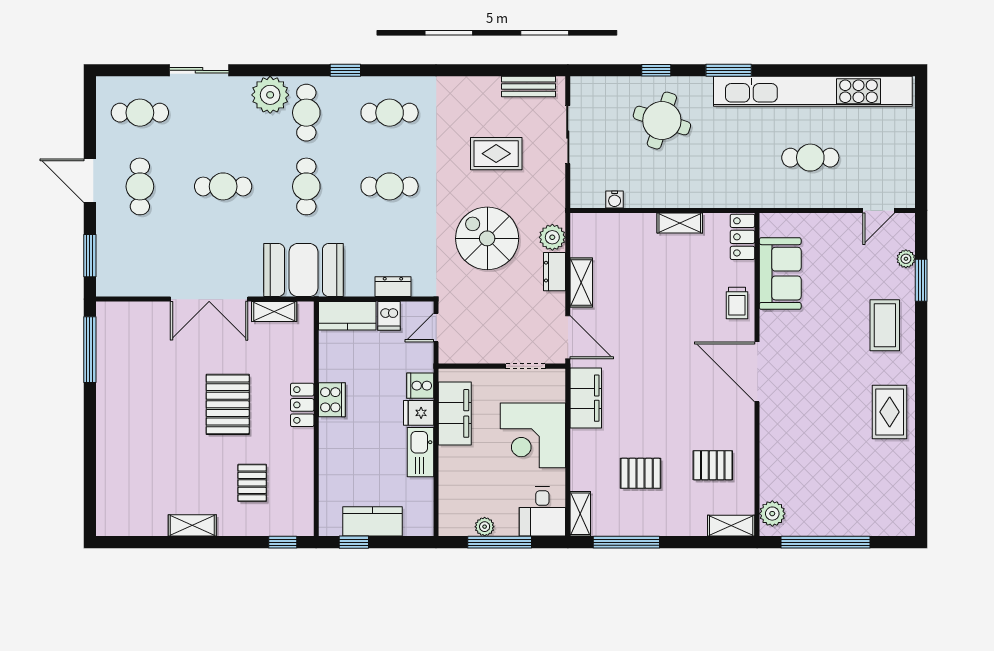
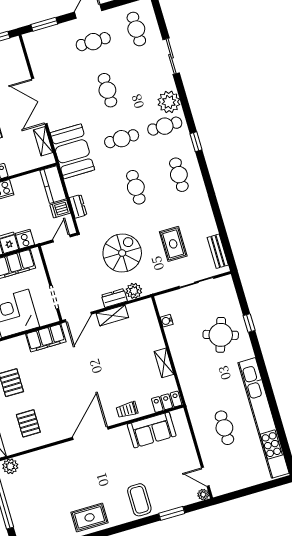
window: (729, 70) -> (261, 365), removed
plant: (906, 259) -> (203, 495), moved
coffee table: (885, 325) -> (139, 500), turned 90
door: (436, 327) -> (61, 238), hinge flipped

